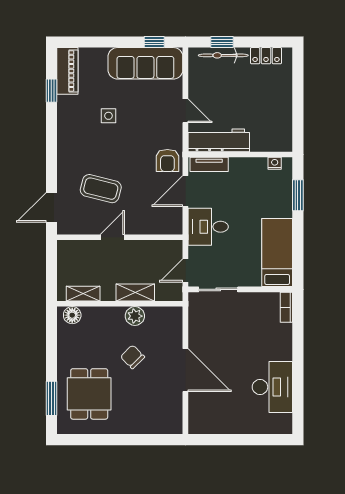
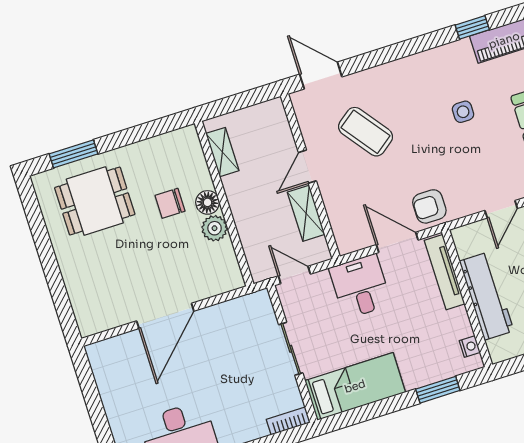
workbench: (219, 140) -> (487, 296), moved
tv unit: (209, 164) -> (445, 272), width x1.41
coffee table: (101, 189) -> (366, 132), turned -51
door: (112, 237) -> (307, 167), swing flipped
sliding door: (218, 289) -> (291, 349), moved
shelving: (135, 293) -> (306, 213), moved
floor lamp: (72, 315) -> (208, 202), moved
chair: (132, 357) -> (170, 203), moved, turned -135

